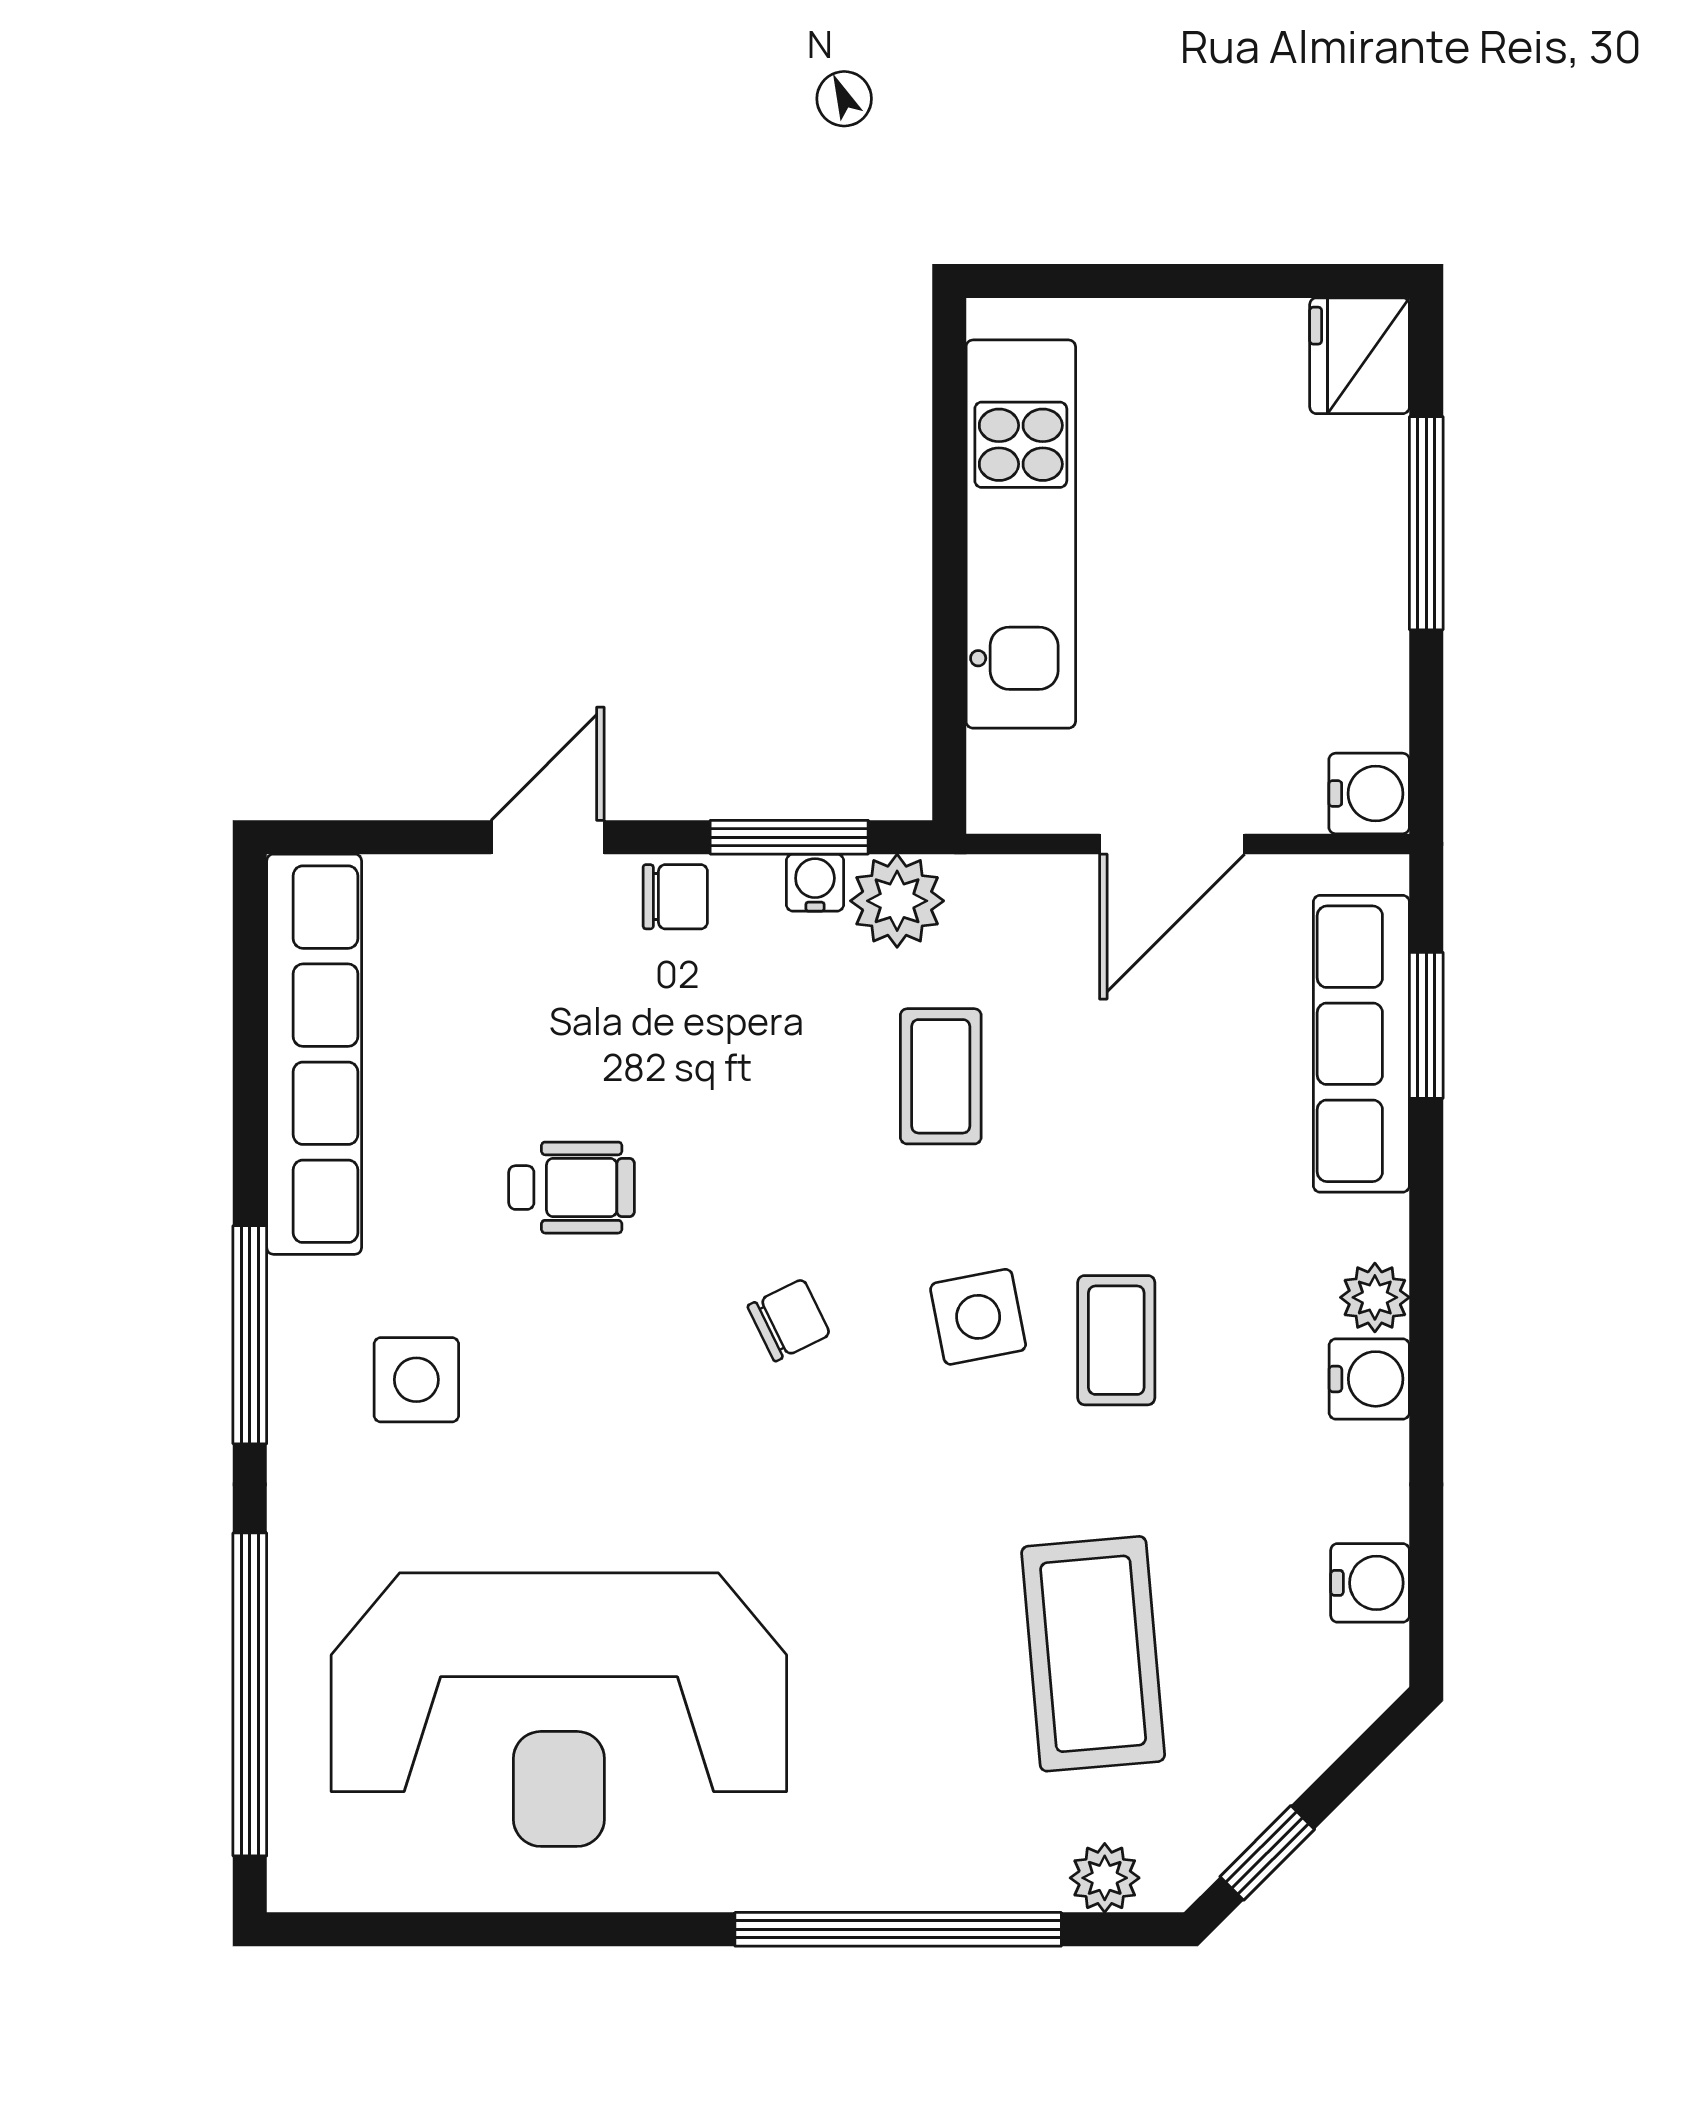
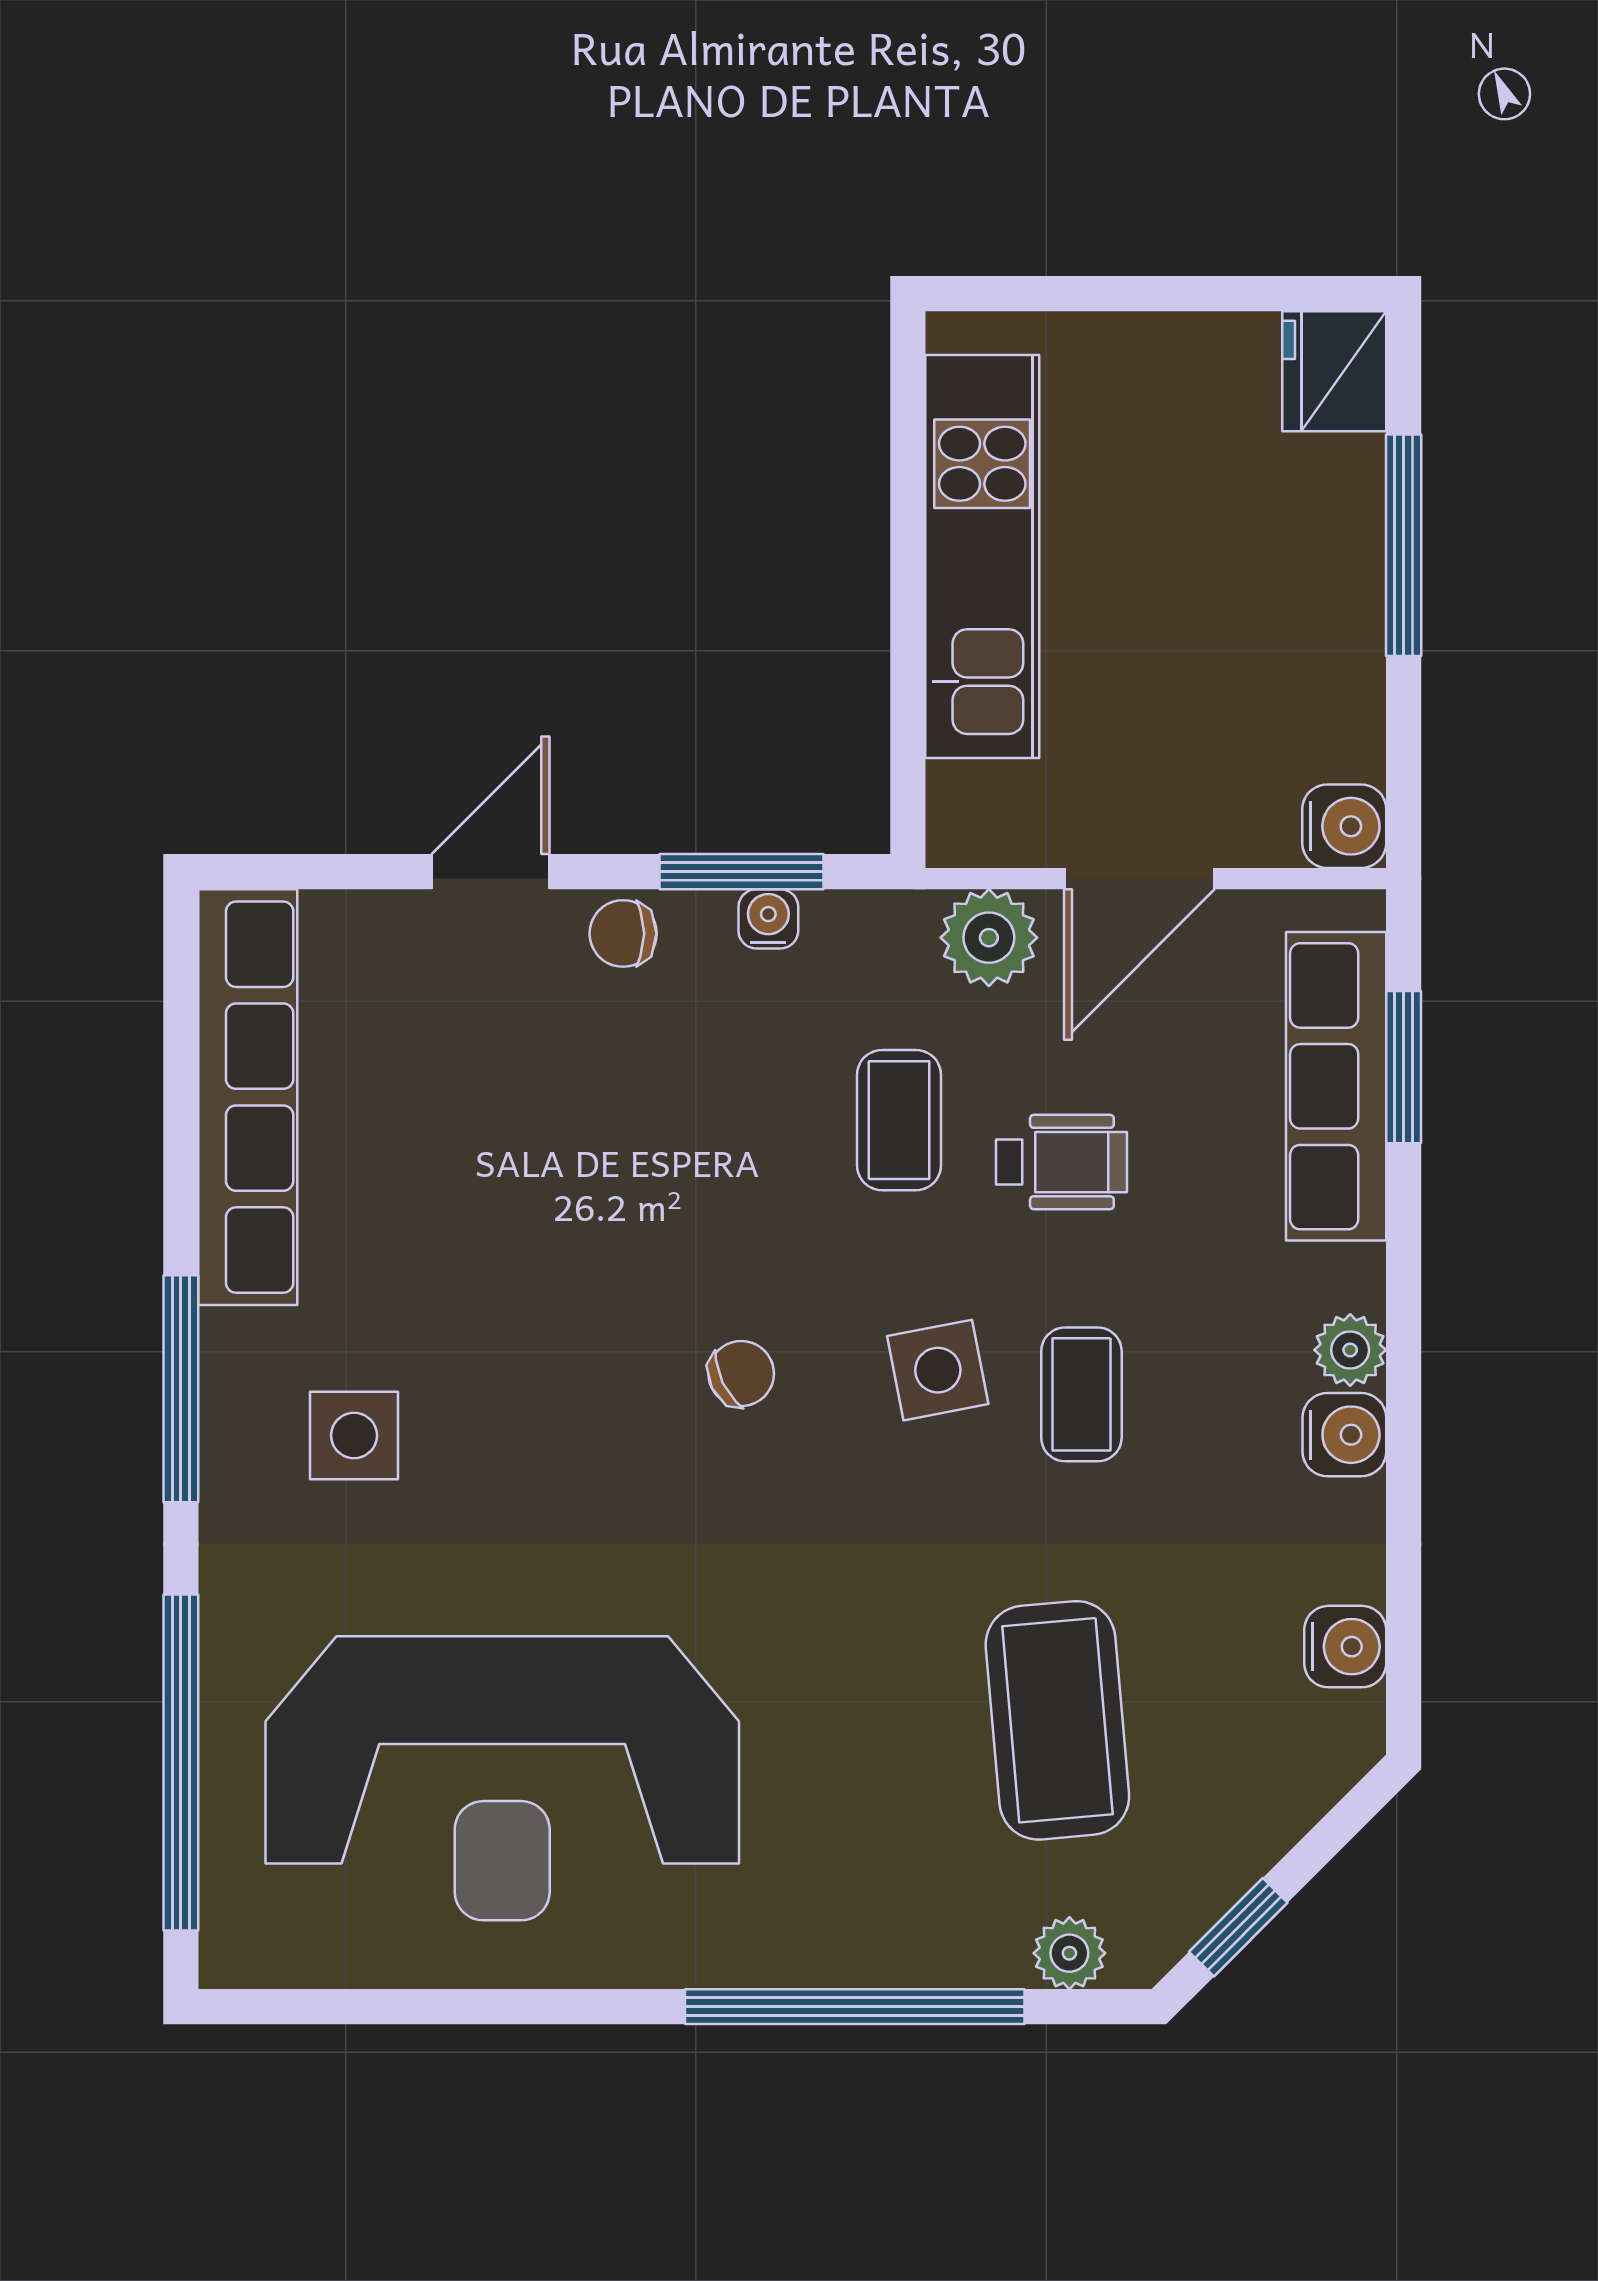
chair: (675, 897) -> (623, 933), turned 180
plant: (897, 901) -> (989, 938), moved
wheelchair: (572, 1188) -> (1061, 1162), moved

